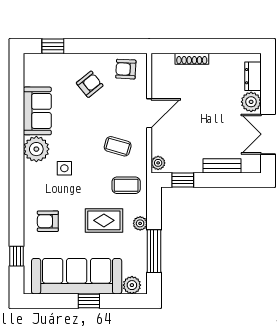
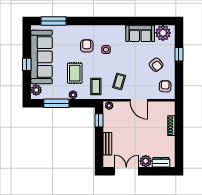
window: (53, 46) -> (179, 54), moved
plant: (36, 149) -> (163, 33), moved
armchair: (48, 221) -> (87, 46), moved
window: (17, 256) -> (53, 21), width x2.17

